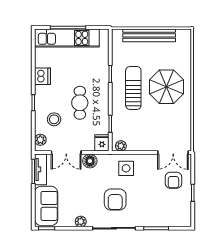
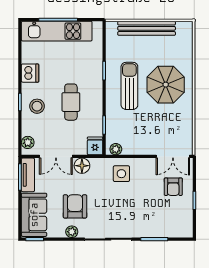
stool: (54, 119) -> (37, 106), moved
armchair: (115, 199) -> (75, 206), moved, turned 180

